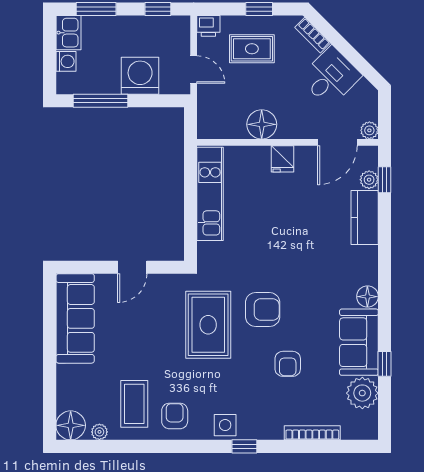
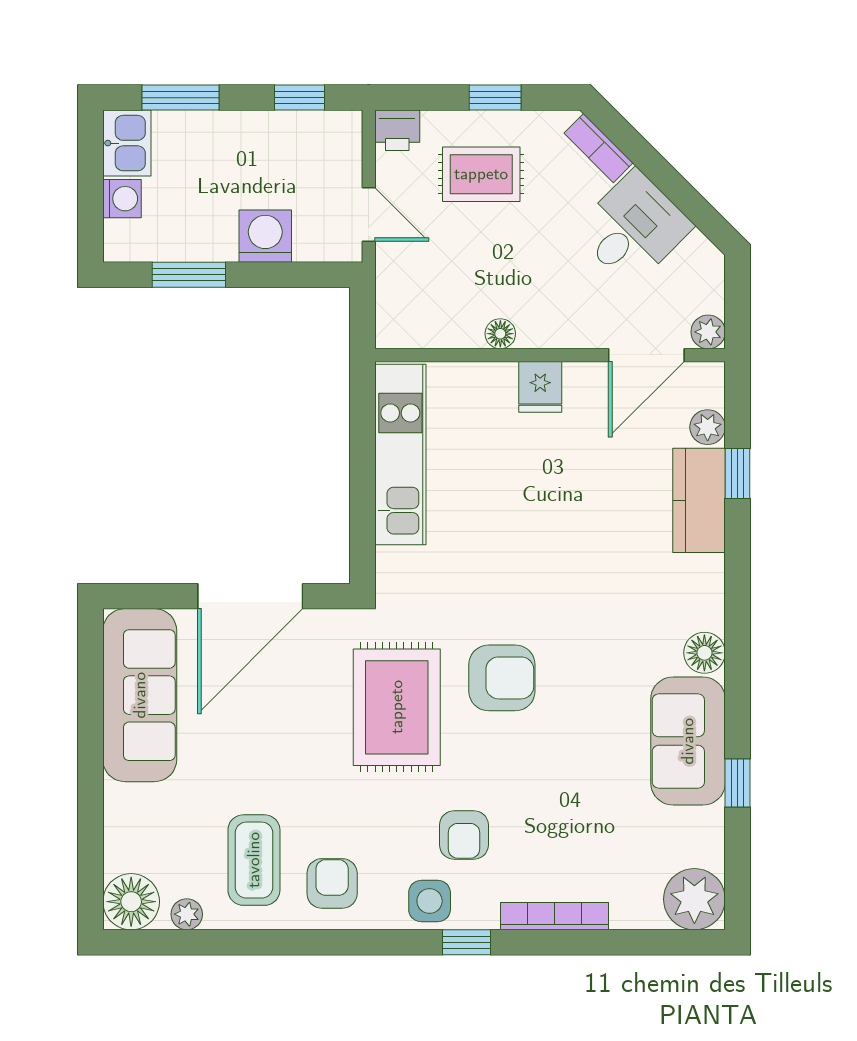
washing machine: (140, 76) -> (265, 236), width x0.73, depth x0.73
window: (101, 101) -> (189, 275), width x0.69
floor lamp: (262, 124) -> (500, 334), width x0.53, depth x0.53
window: (385, 180) -> (737, 473), moved
door: (132, 267) -> (250, 596), width x1.87
armchair: (288, 364) -> (464, 835), moved
plant: (362, 393) -> (694, 899), moved
bookcase: (312, 433) -> (555, 916), moved

